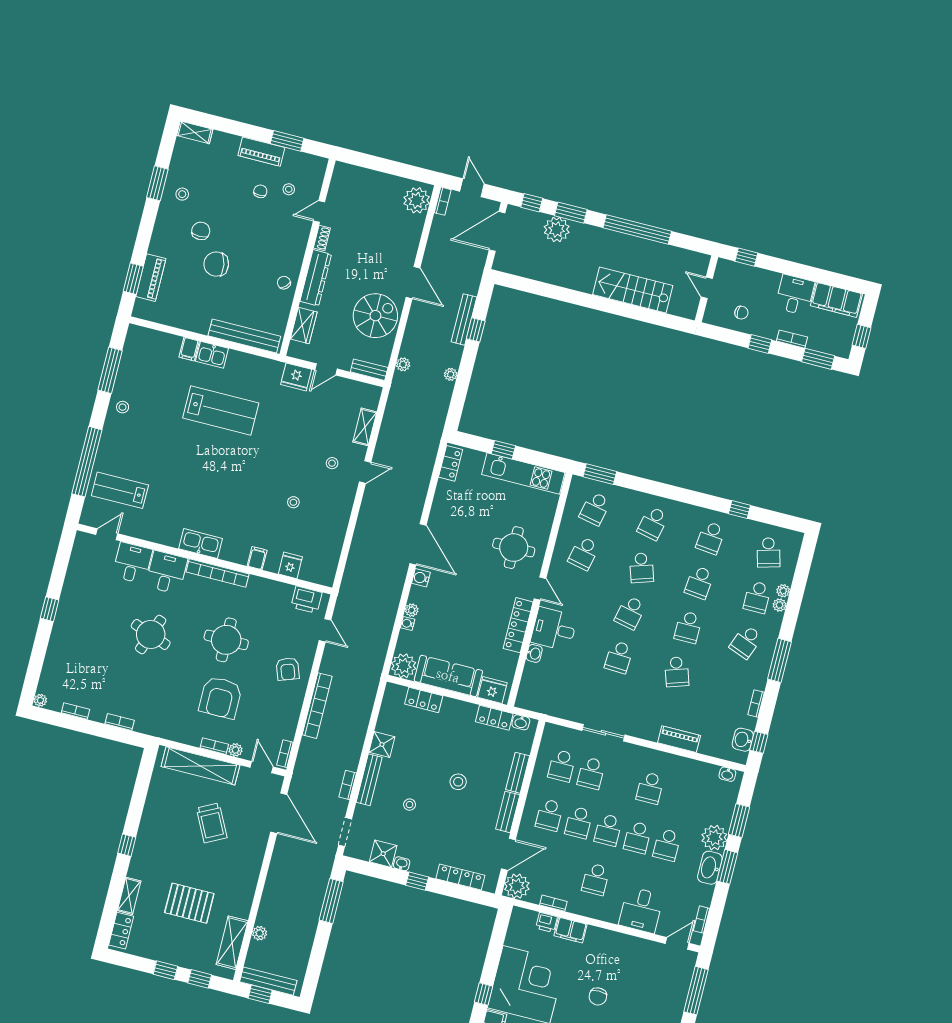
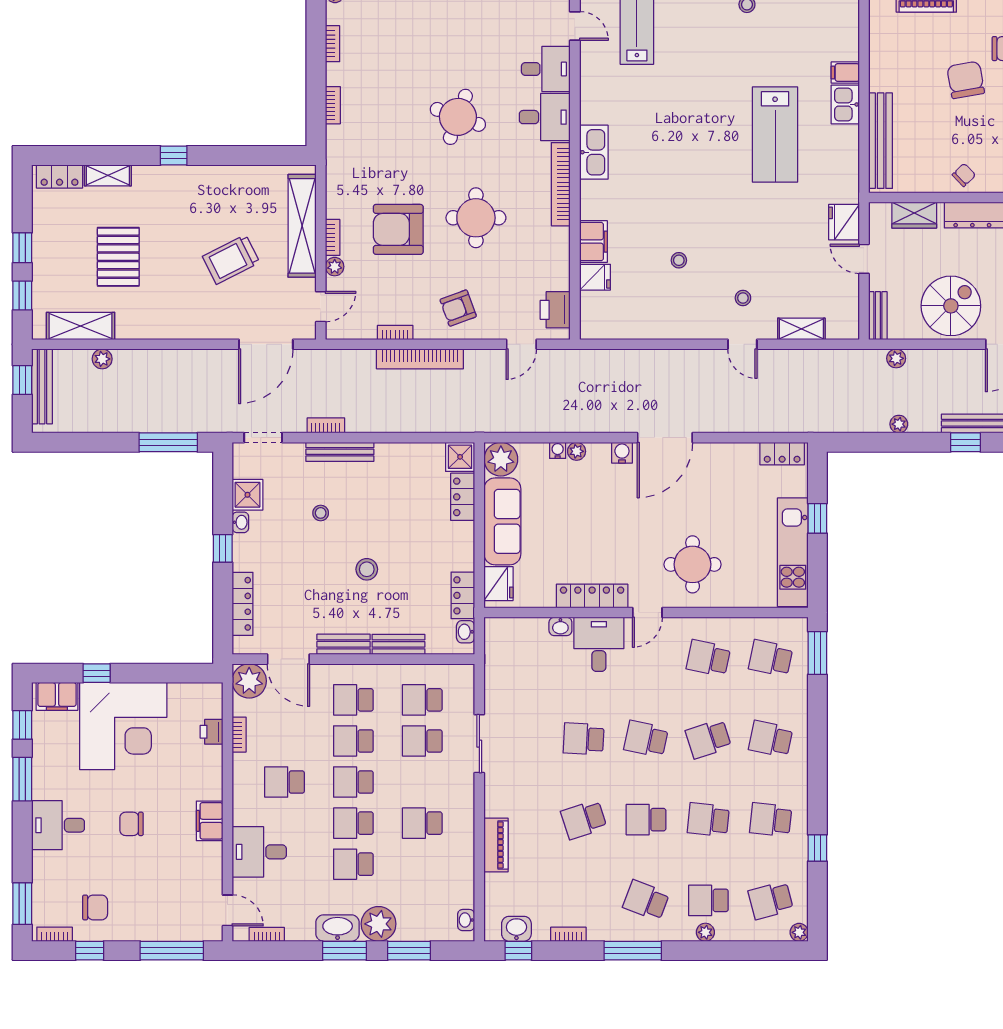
spiral stairs: (375, 316) -> (951, 306), turned -90
filing cabinet: (257, 558) -> (593, 242), width x2.00
plant: (783, 591) -> (799, 932), moved
shower: (382, 745) -> (460, 457), moved
bookcase: (285, 754) -> (395, 333), moved
filing cabinet: (570, 930) -> (210, 821), moved

